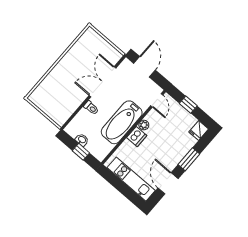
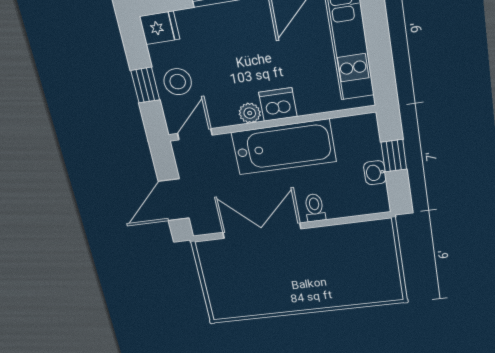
double door: (103, 82) -> (262, 231), swing flipped
stool: (178, 116) -> (178, 82), added

